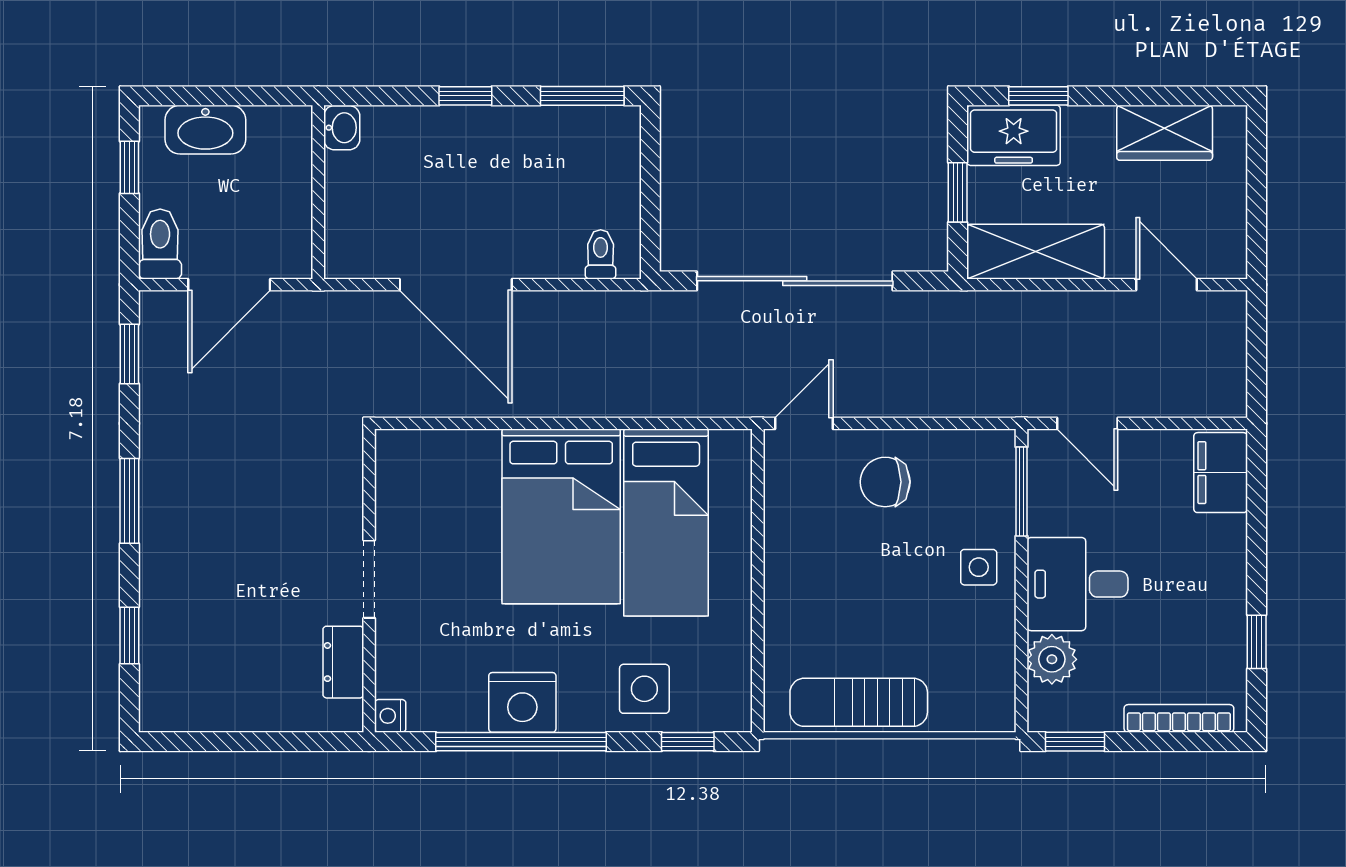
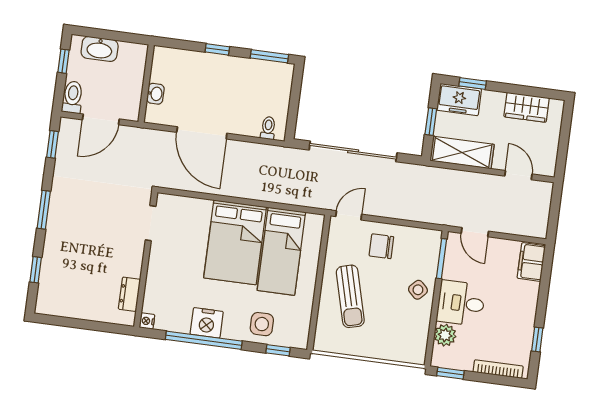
washbasin: (342, 128) -> (155, 94), moved
side table: (979, 567) -> (418, 290), turned 45
doorway: (369, 579) -> (151, 223), moved
sun lounger: (859, 702) -> (350, 296), moved, turned -105

